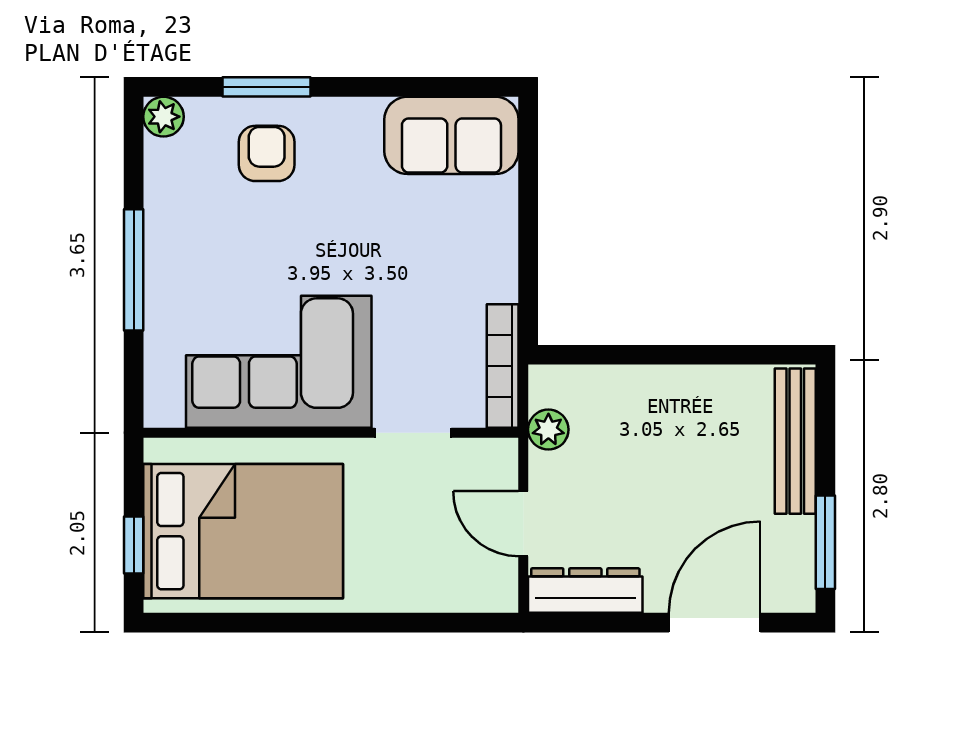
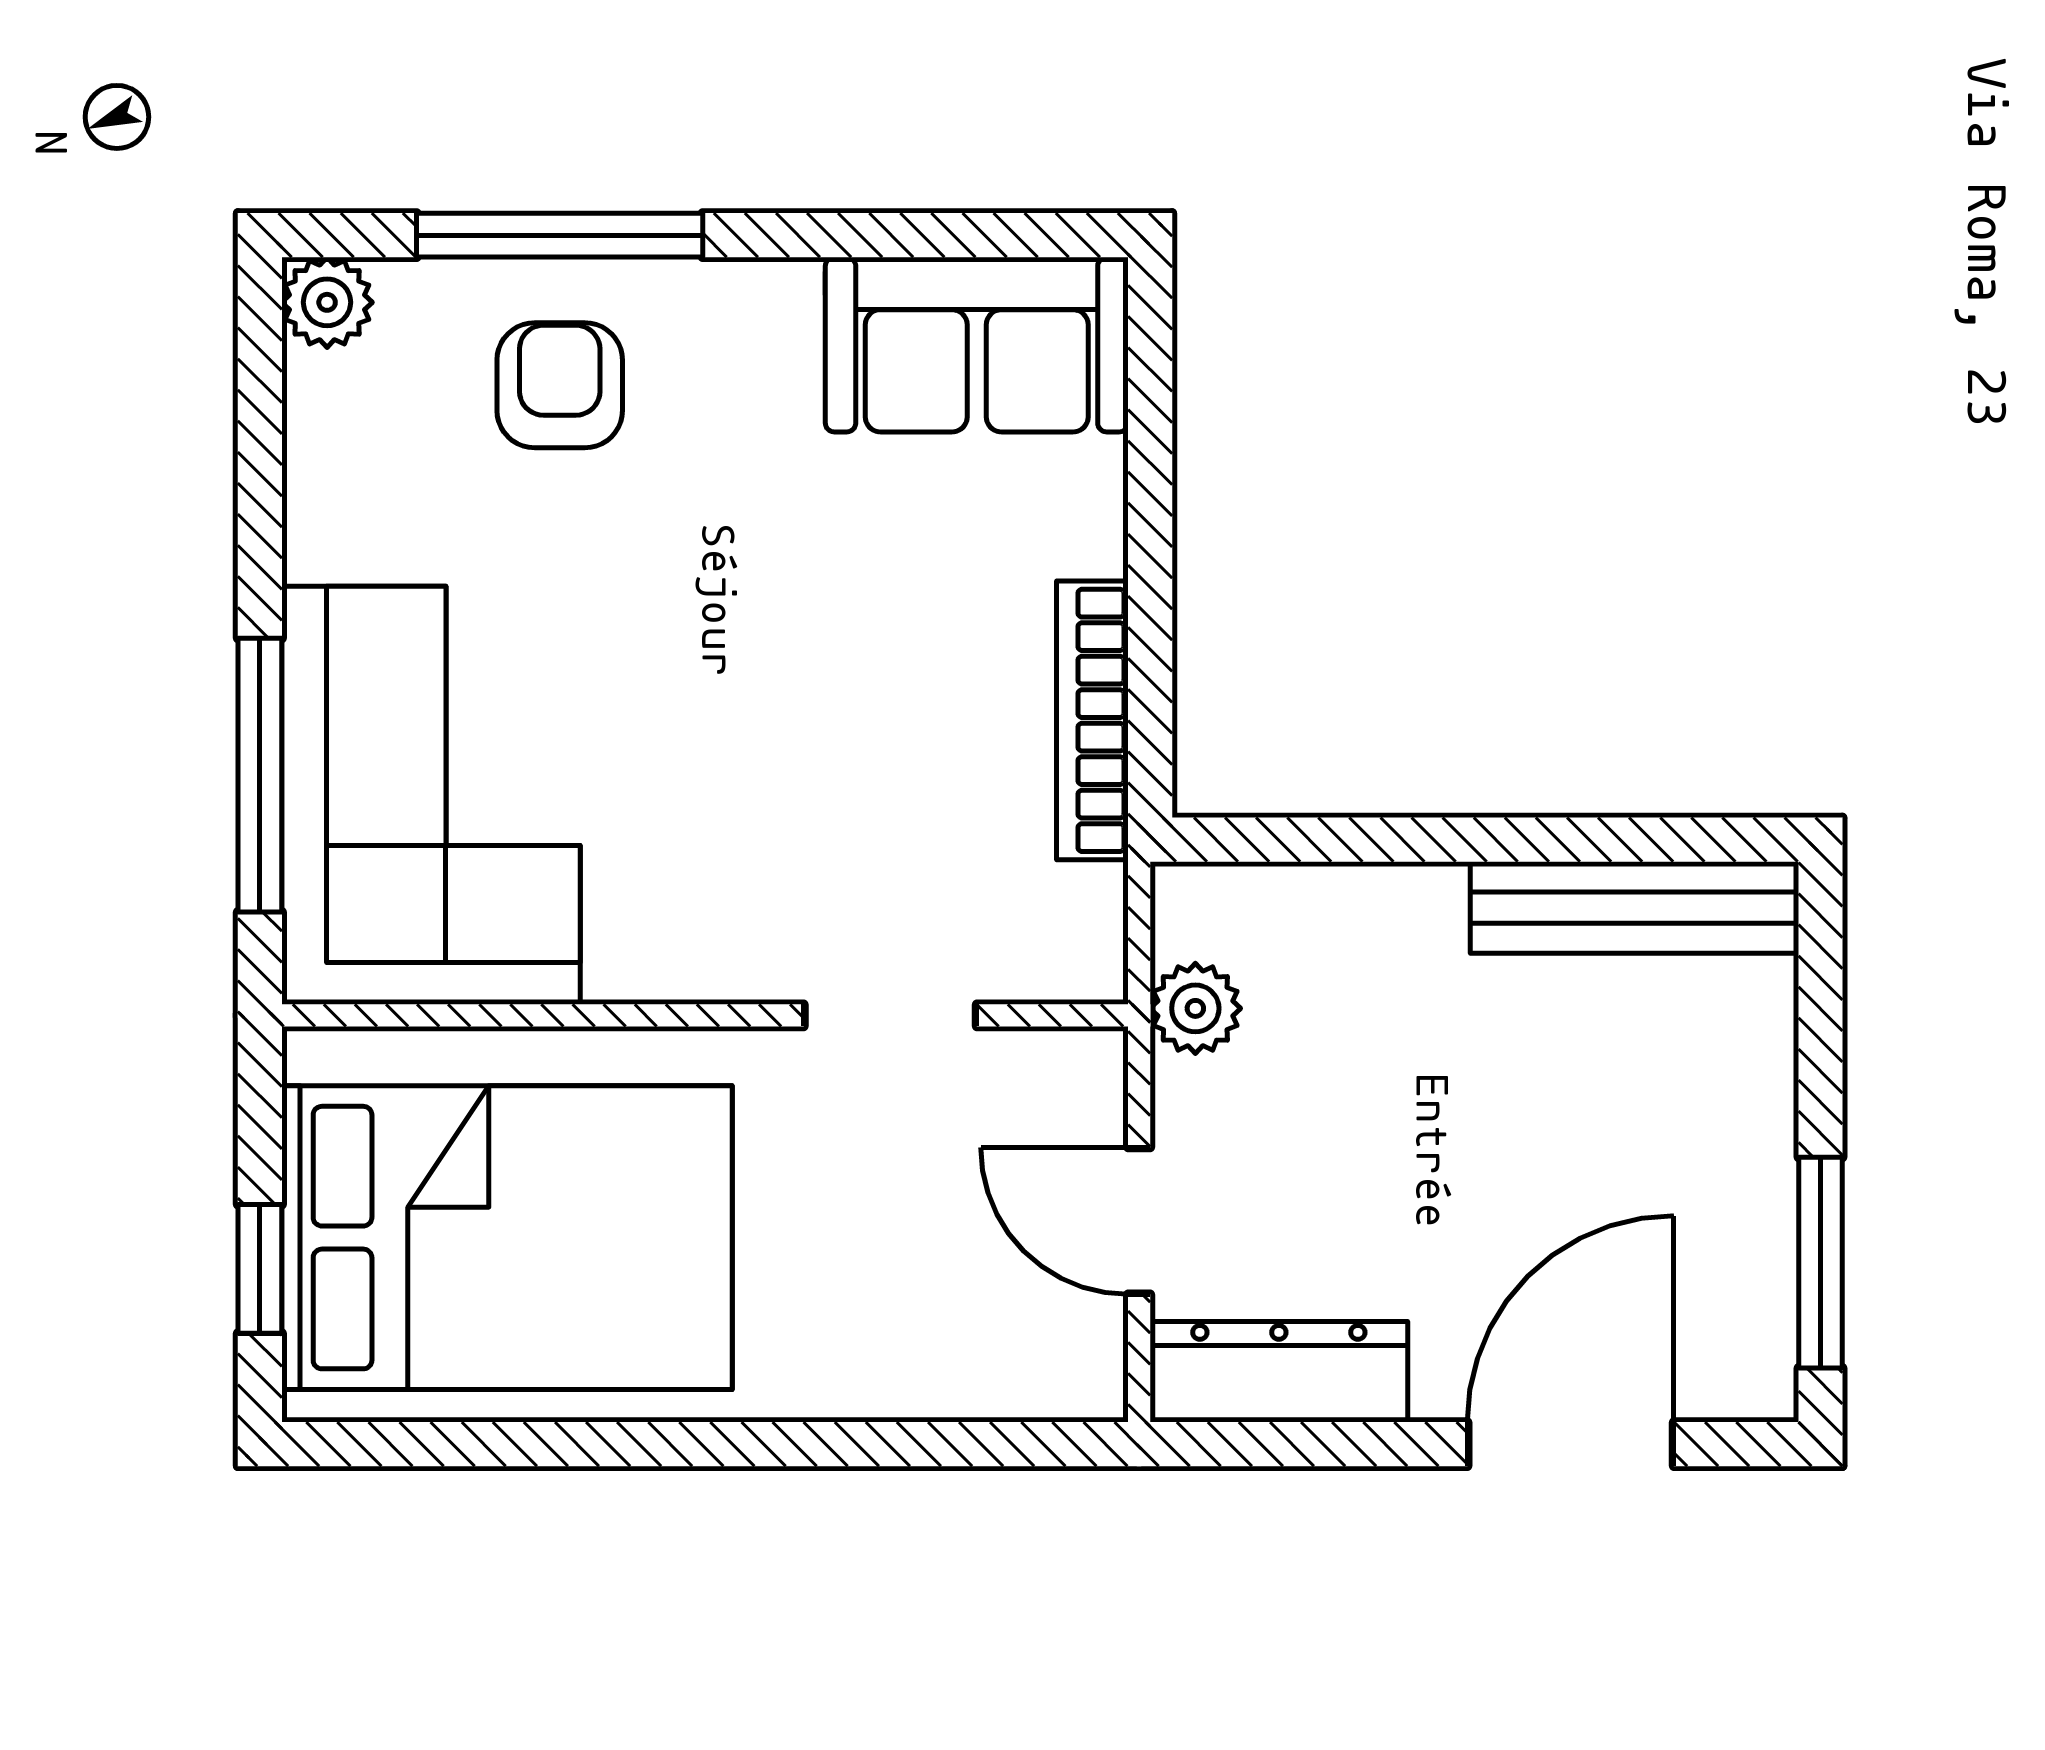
window: (267, 87) -> (560, 235), width x1.44
window: (134, 270) -> (260, 775), moved
corner sofa: (279, 362) -> (431, 795), moved, turned 90
bookcase: (503, 366) -> (1092, 720), moved
bench: (795, 441) -> (1634, 907), moved, turned 90

